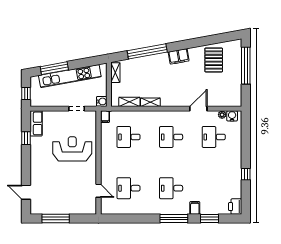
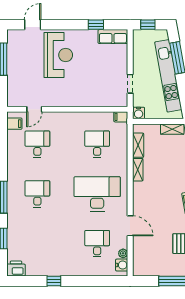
desk: (171, 137) -> (97, 194), width x1.87, depth x1.30
reception desk: (72, 149) -> (58, 55), moved
filing cabinet: (195, 208) -> (14, 124), moved

